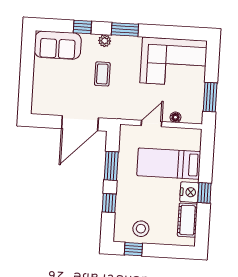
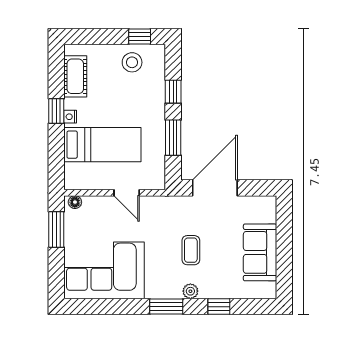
sofa: (58, 45) -> (260, 252), moved, turned -90
floor lamp: (175, 117) -> (75, 202), moved
door: (152, 124) -> (127, 193), hinge flipped
nightstand: (189, 192) -> (70, 117), width x0.53, depth x0.56

